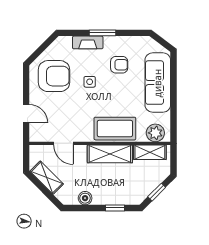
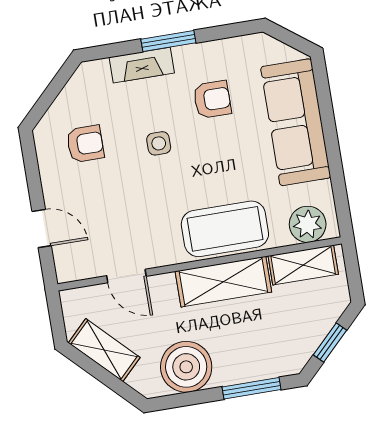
armchair: (54, 76) -> (85, 144), width x0.53, depth x0.53
boiler: (85, 198) -> (186, 367), width x1.86, depth x1.86
window: (115, 208) -> (252, 388), width x1.50

